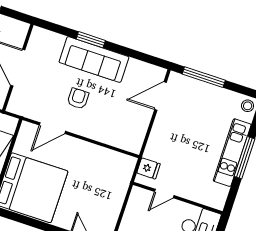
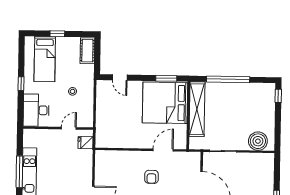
window: (20, 218) -> (166, 78), added

